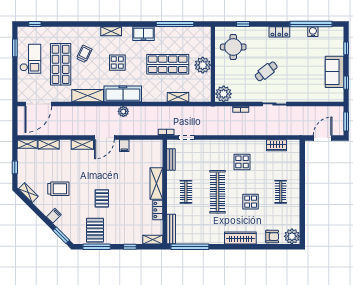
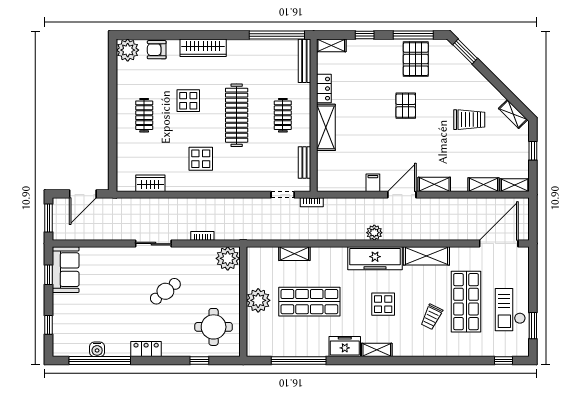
shelving: (111, 31) -> (377, 350), moved
sofa: (334, 72) -> (66, 270), moved
trolley: (58, 189) -> (469, 120), turned 180
filing cabinet: (54, 216) -> (476, 80), removed

